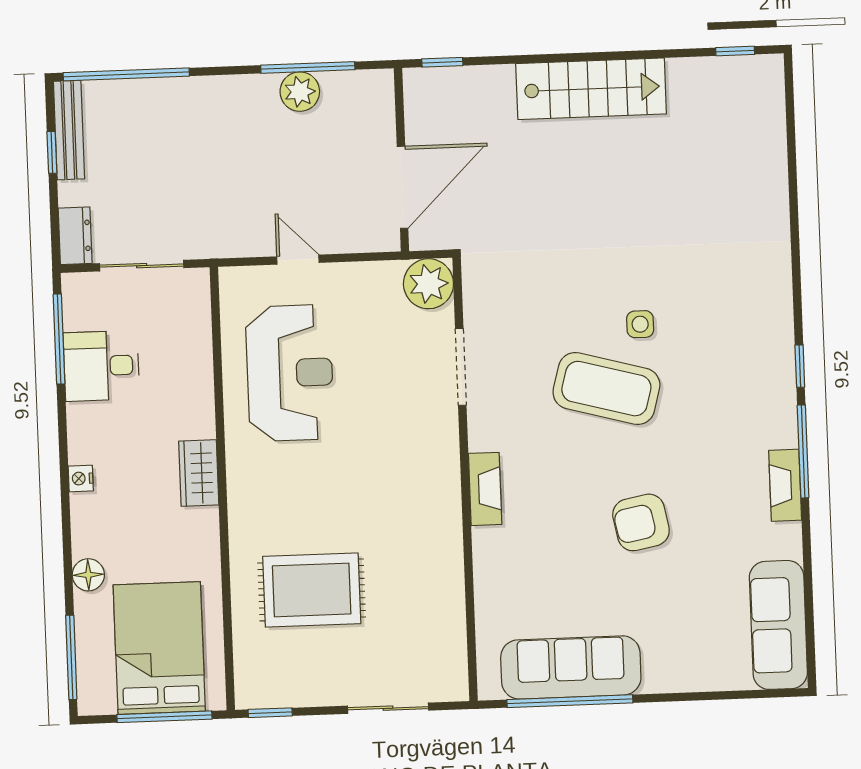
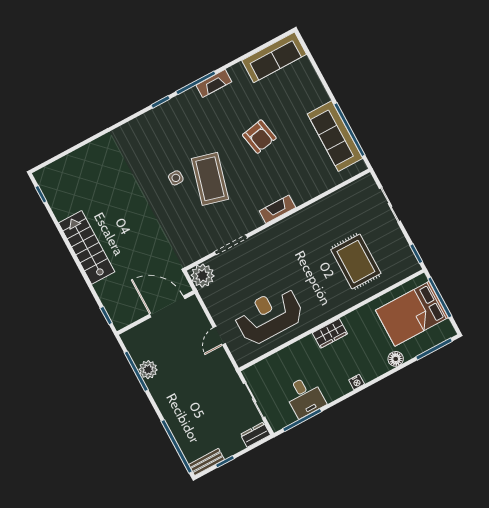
bench: (69, 130) -> (207, 462), width x0.73

